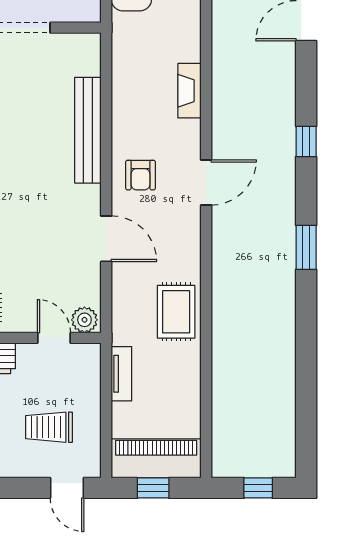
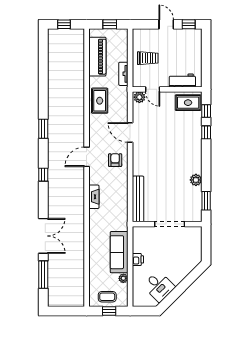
bench: (88, 130) -> (138, 199), moved
trolley: (49, 427) -> (148, 58), moved
piano: (156, 458) -> (97, 57), moved, turned -90
door: (67, 488) -> (166, 24), moved

